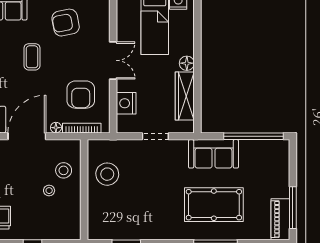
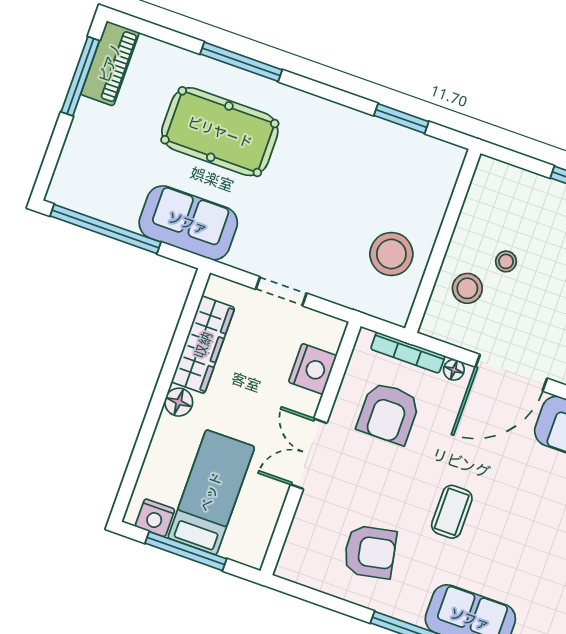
armchair: (81, 95) -> (388, 413), turned 180

